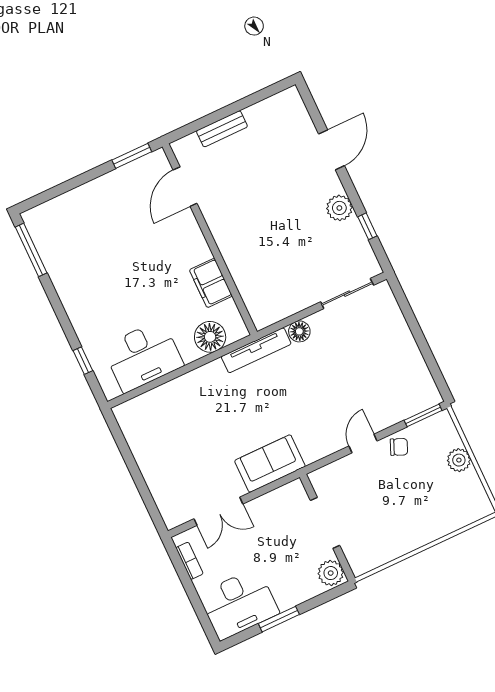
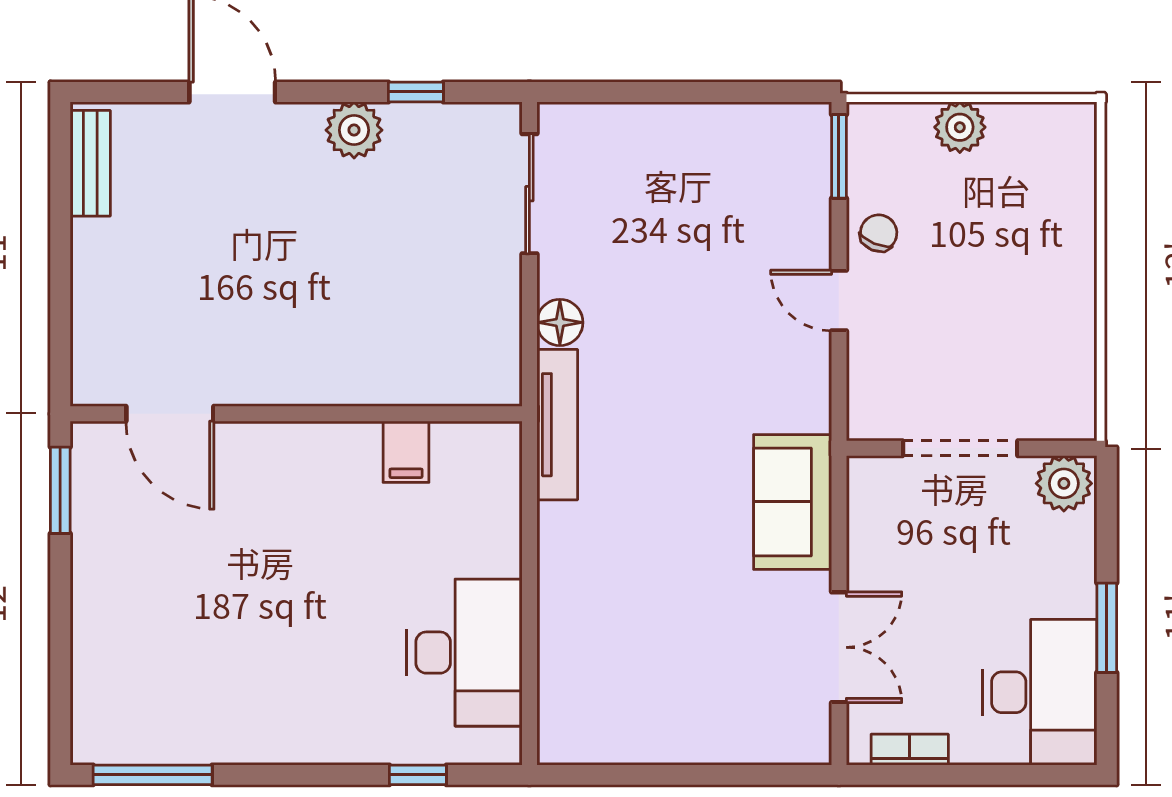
bench: (222, 129) -> (90, 163), moved
filing cabinet: (211, 283) -> (406, 452), width x0.50
floor lamp: (210, 337) -> (488, 503), removed

